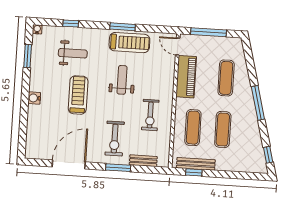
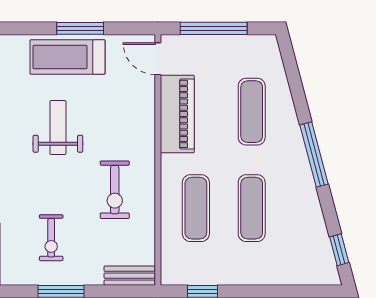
window: (123, 27) -> (80, 28), moved
treadmill: (129, 43) -> (68, 57), turned 180
exercise bike: (115, 139) -> (51, 238), width x0.73, depth x0.72
bench: (143, 161) -> (129, 276), moved
bench: (196, 164) -> (205, 275), removed

